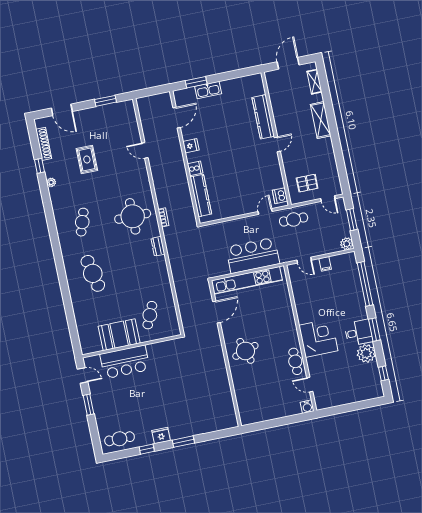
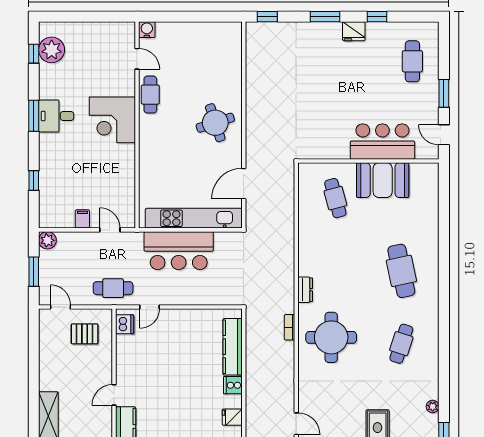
window: (365, 284) -> (34, 181), width x0.32
cafe table: (150, 315) -> (335, 198), turned -39
plant: (366, 353) -> (52, 50), moved
window: (224, 433) -> (267, 17), added
cafe table: (120, 439) -> (412, 61), moved, turned 90

